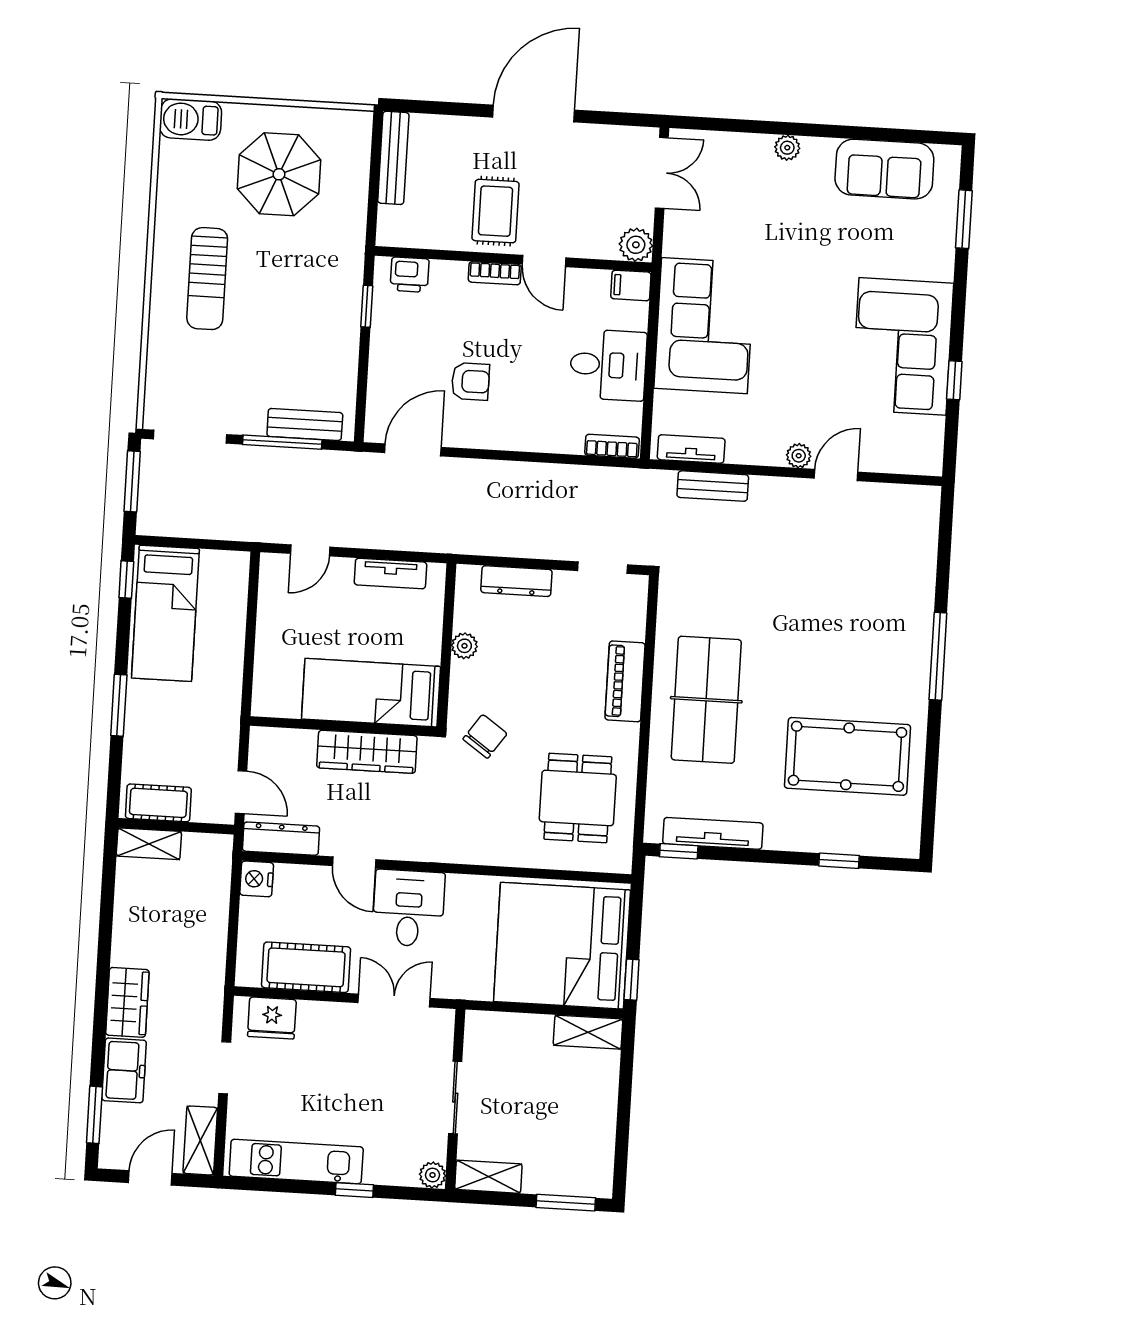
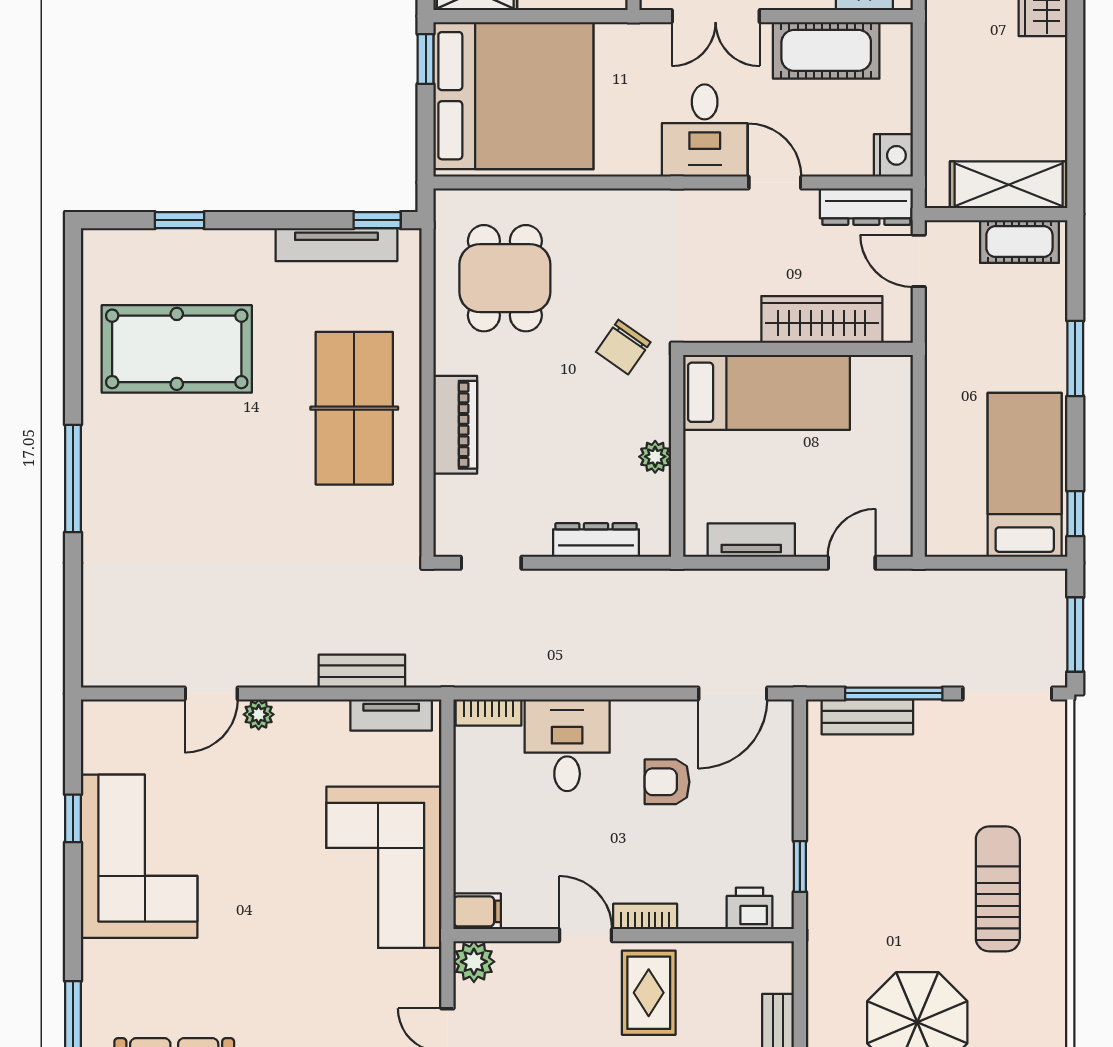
desk: (608, 365) -> (567, 745), moved, turned 90
wardrobe: (367, 752) -> (822, 320), moved
shelving: (149, 844) -> (1009, 185), width x1.50, depth x1.33

